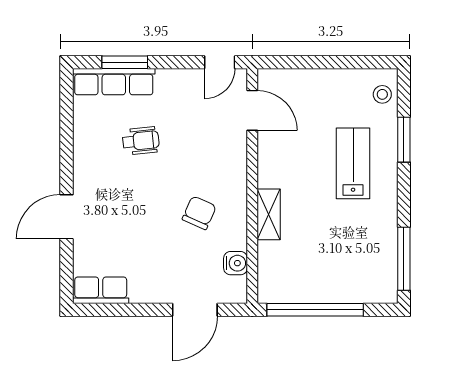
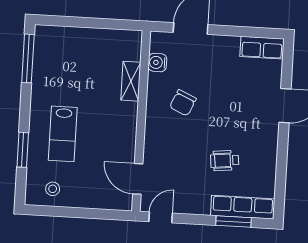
stool: (382, 94) -> (53, 189), moved
shelving: (269, 214) -> (131, 81), moved
window: (315, 310) -> (98, 23), removed

